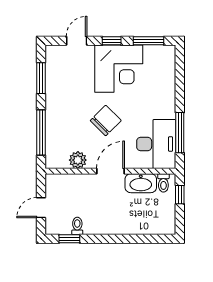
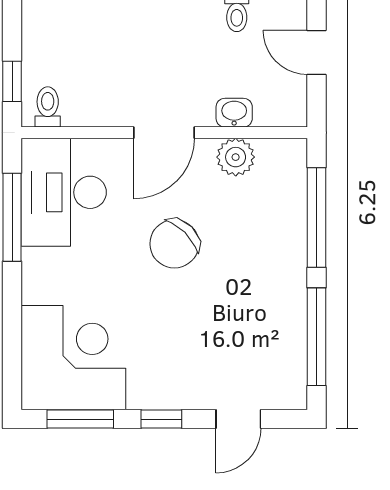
corner desk: (119, 69) -> (73, 358), moved, turned 90
window: (41, 78) -> (317, 337), width x1.44
washbasin: (141, 183) -> (234, 113), moved, width x0.52, depth x0.69
door: (41, 208) -> (317, 53), swing flipped

